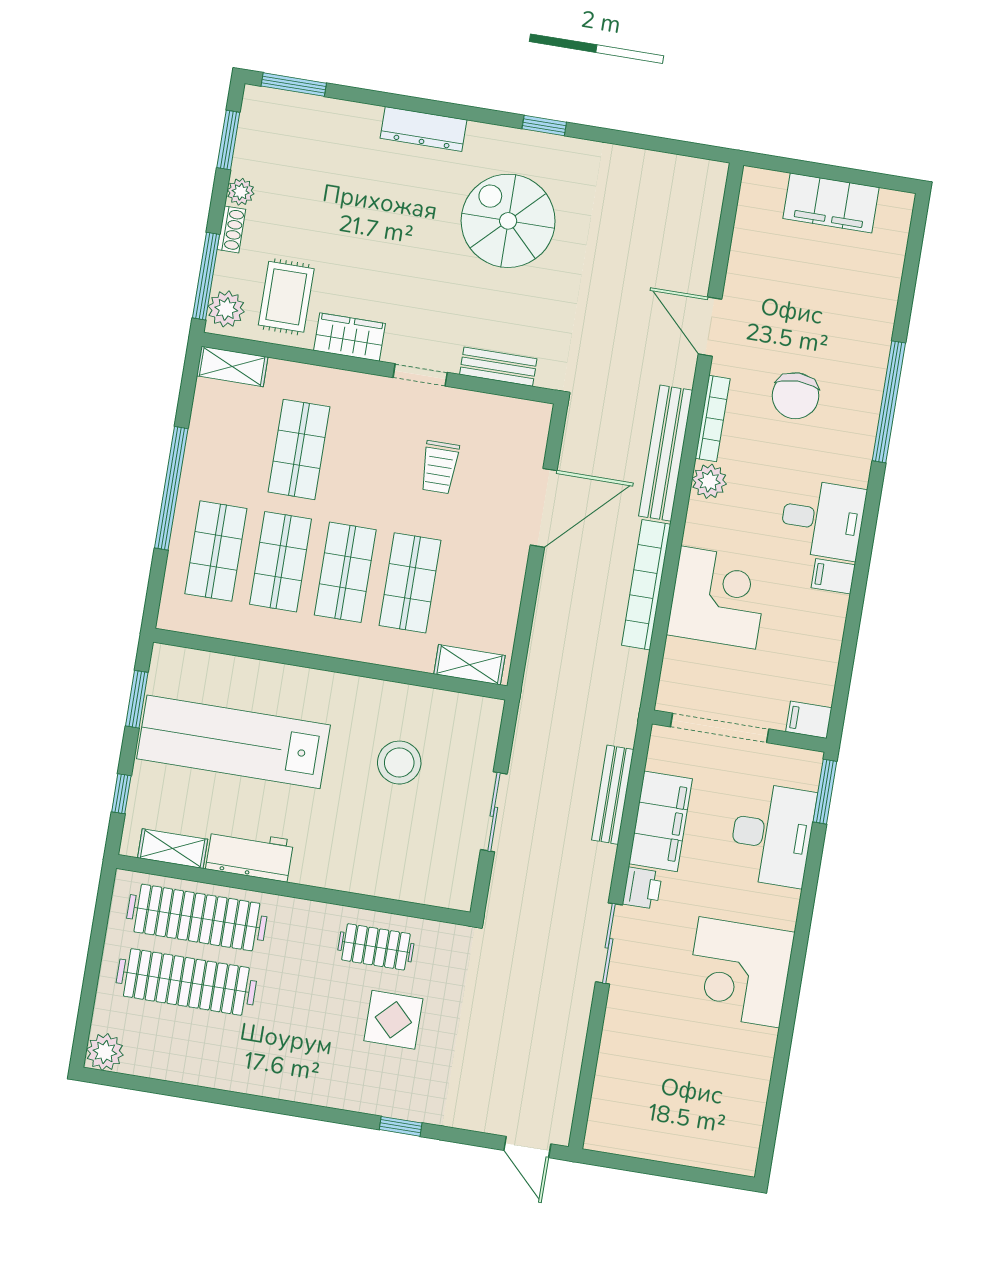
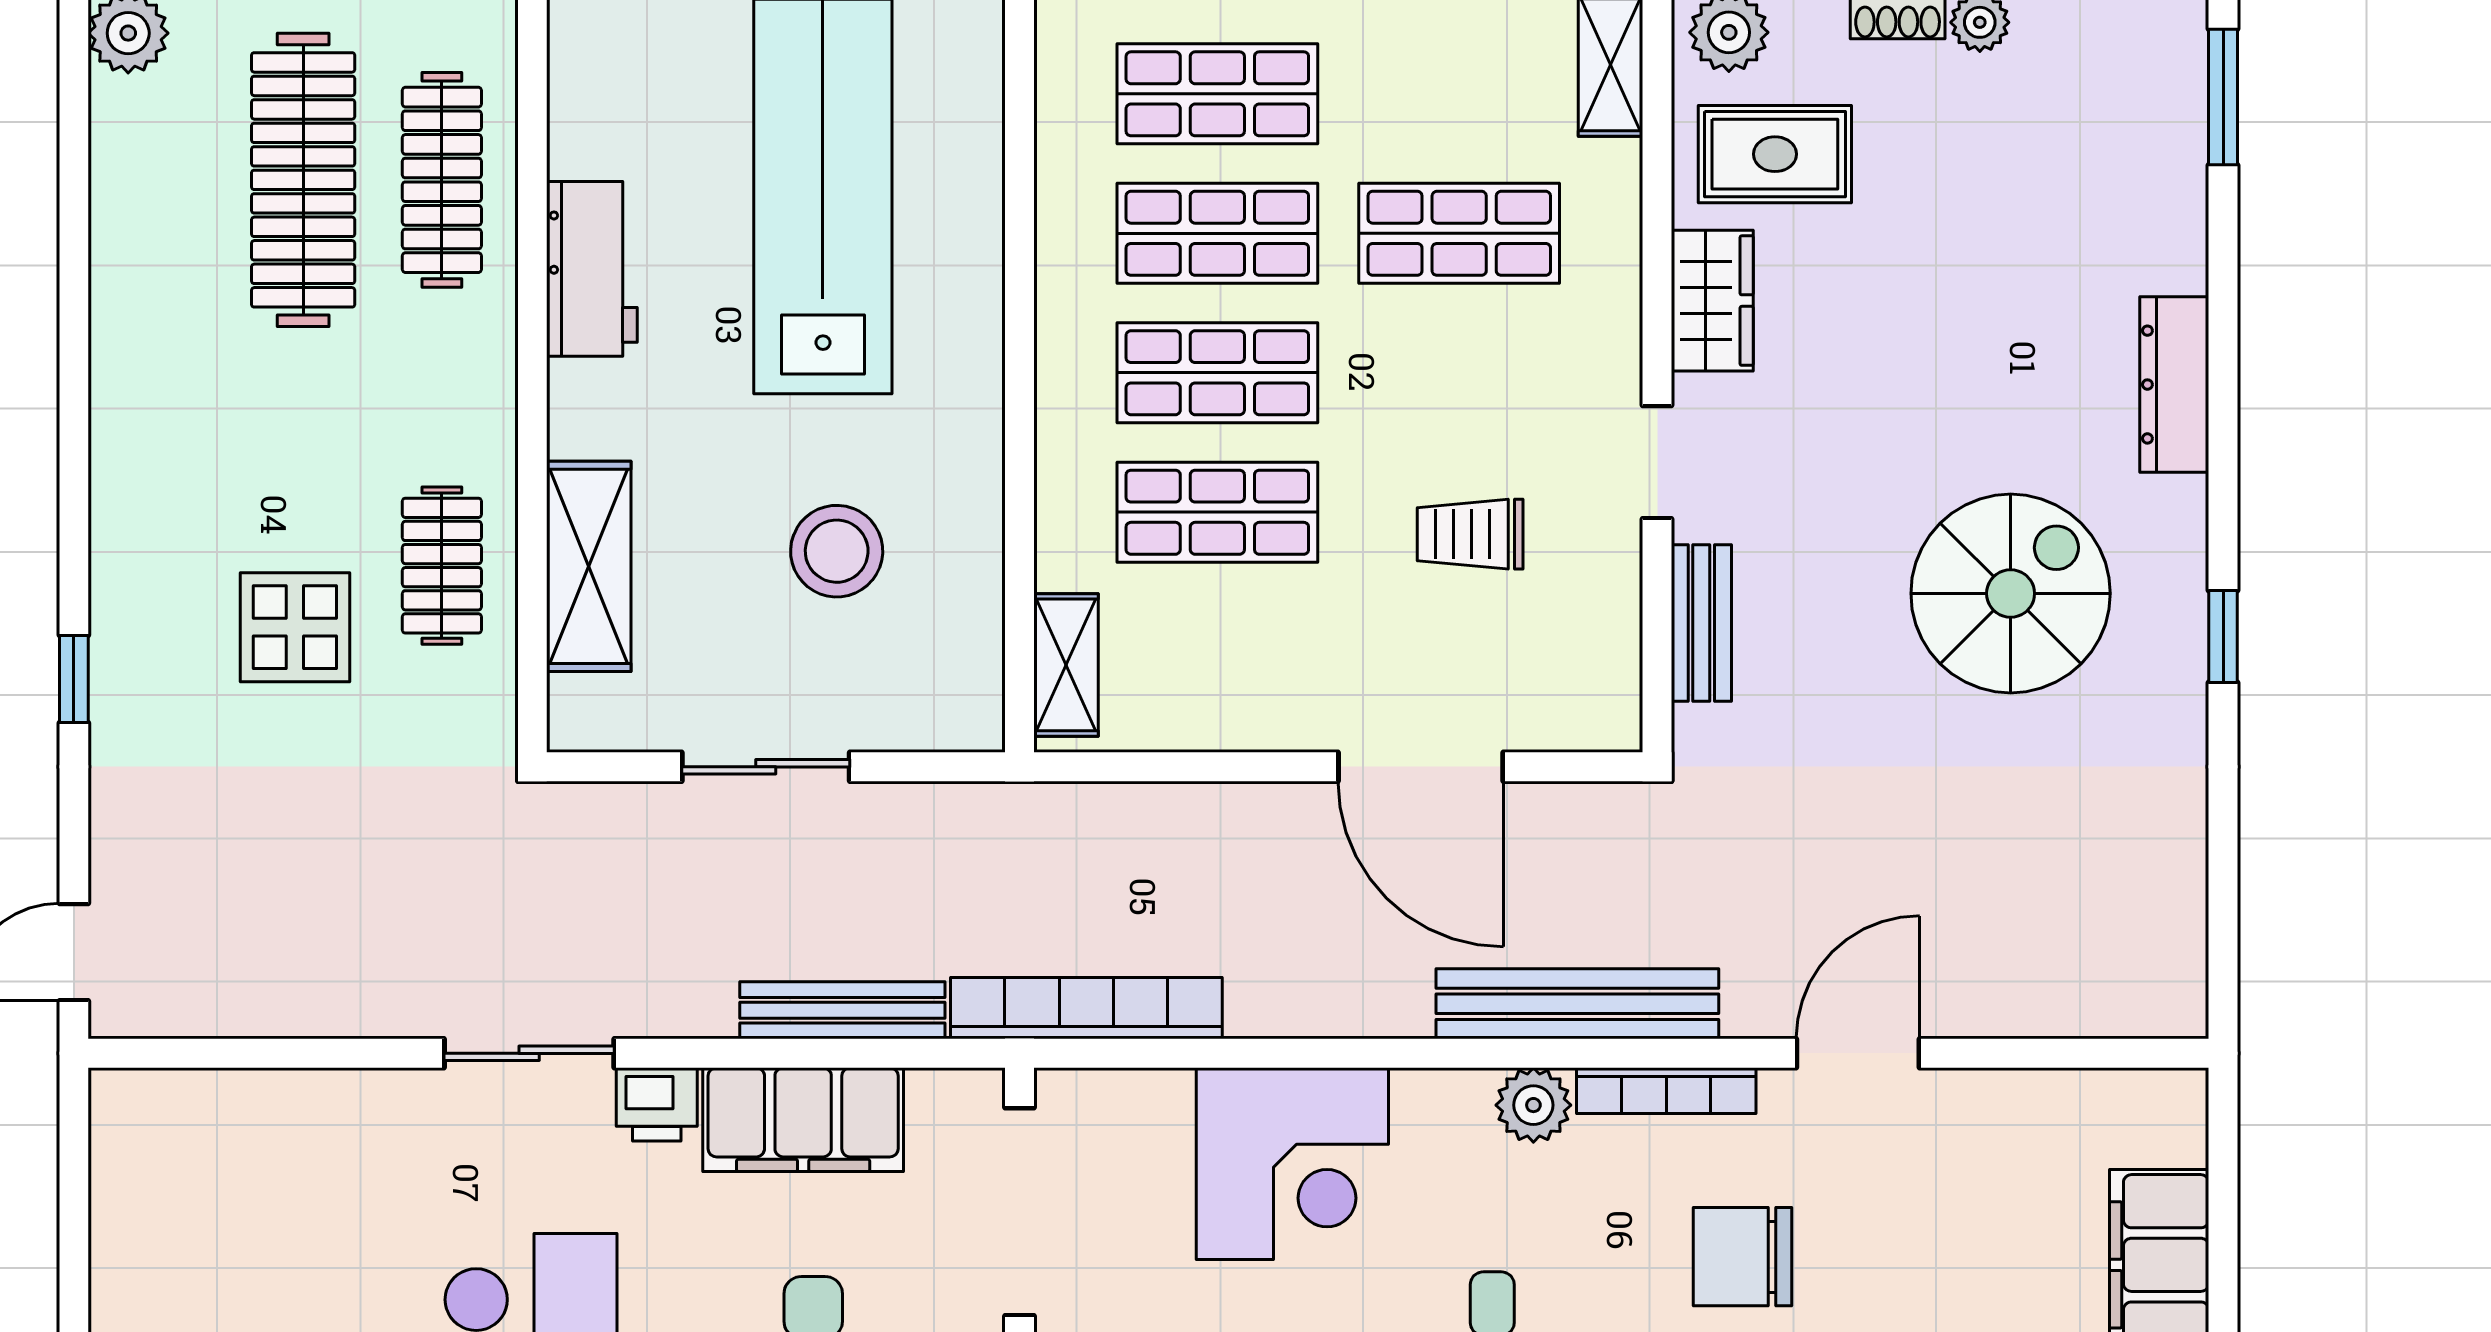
bookcase: (646, 585) -> (1086, 1008), moved
shelving: (173, 849) -> (589, 566), moved, width x1.50, depth x1.33
clothes rail: (197, 918) -> (442, 180), width x0.73, depth x0.76

